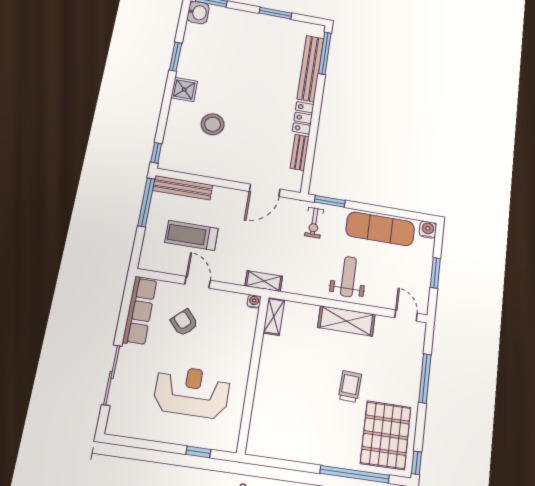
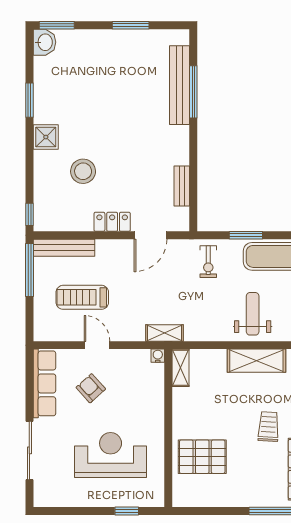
window: (325, 53) -> (193, 92), moved
locker: (303, 118) -> (112, 222), moved, turned 90
window: (330, 201) -> (246, 235), moved
pallet: (282, 407) -> (202, 457), added

